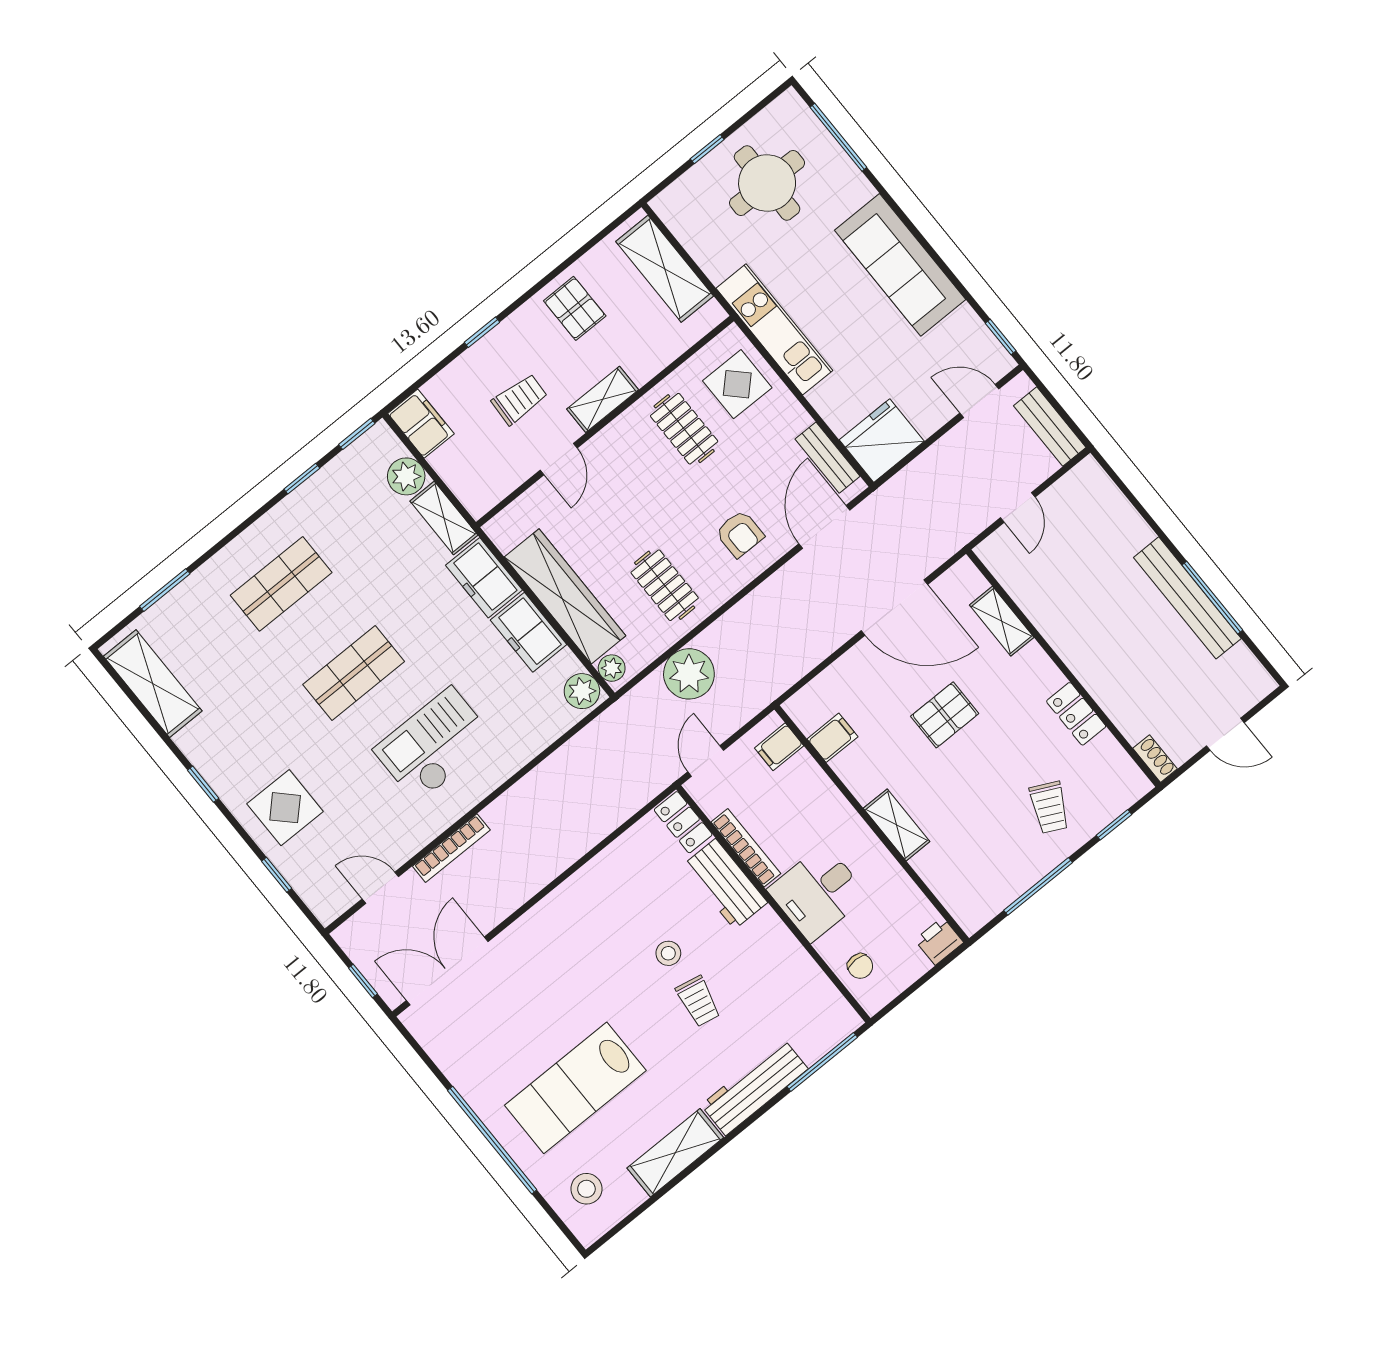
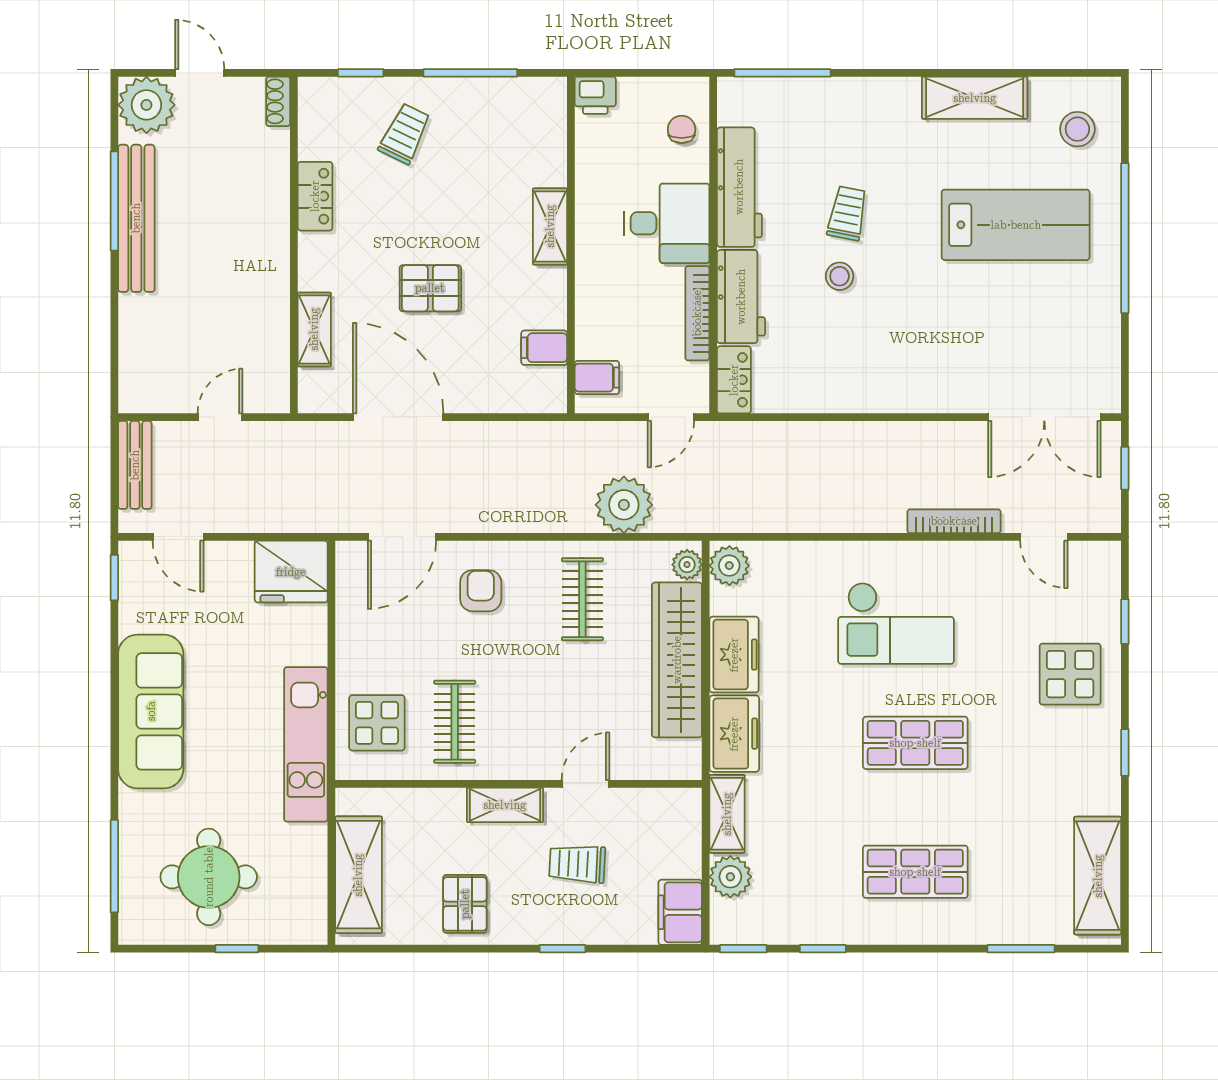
bench: (828, 458) -> (350, 595), removed
plant: (1244, 682) -> (146, 105), added
workbench: (754, 1087) -> (739, 187), moved, turned -90

